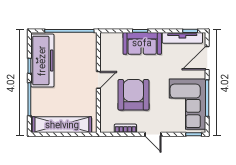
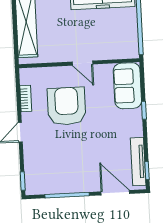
sofa: (142, 43) -> (127, 86), moved
armchair: (133, 95) -> (67, 106), turned -90
corner sofa: (188, 104) -> (59, 172), removed

